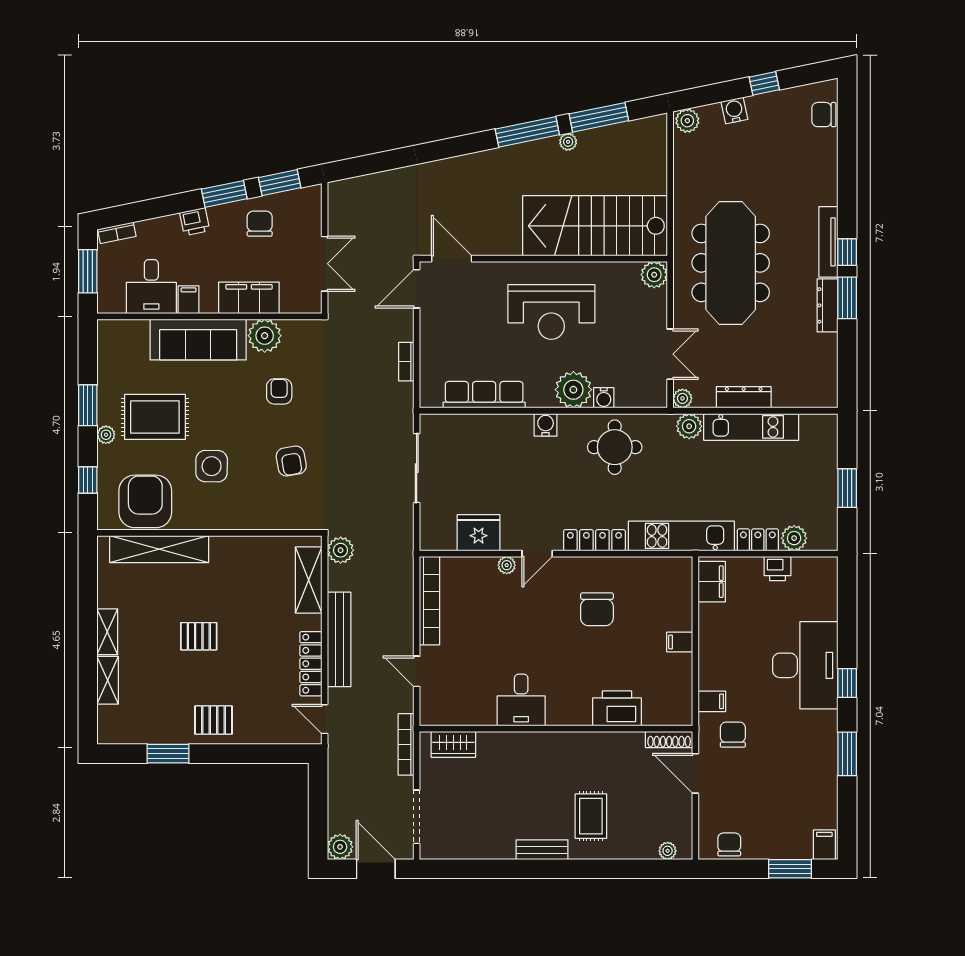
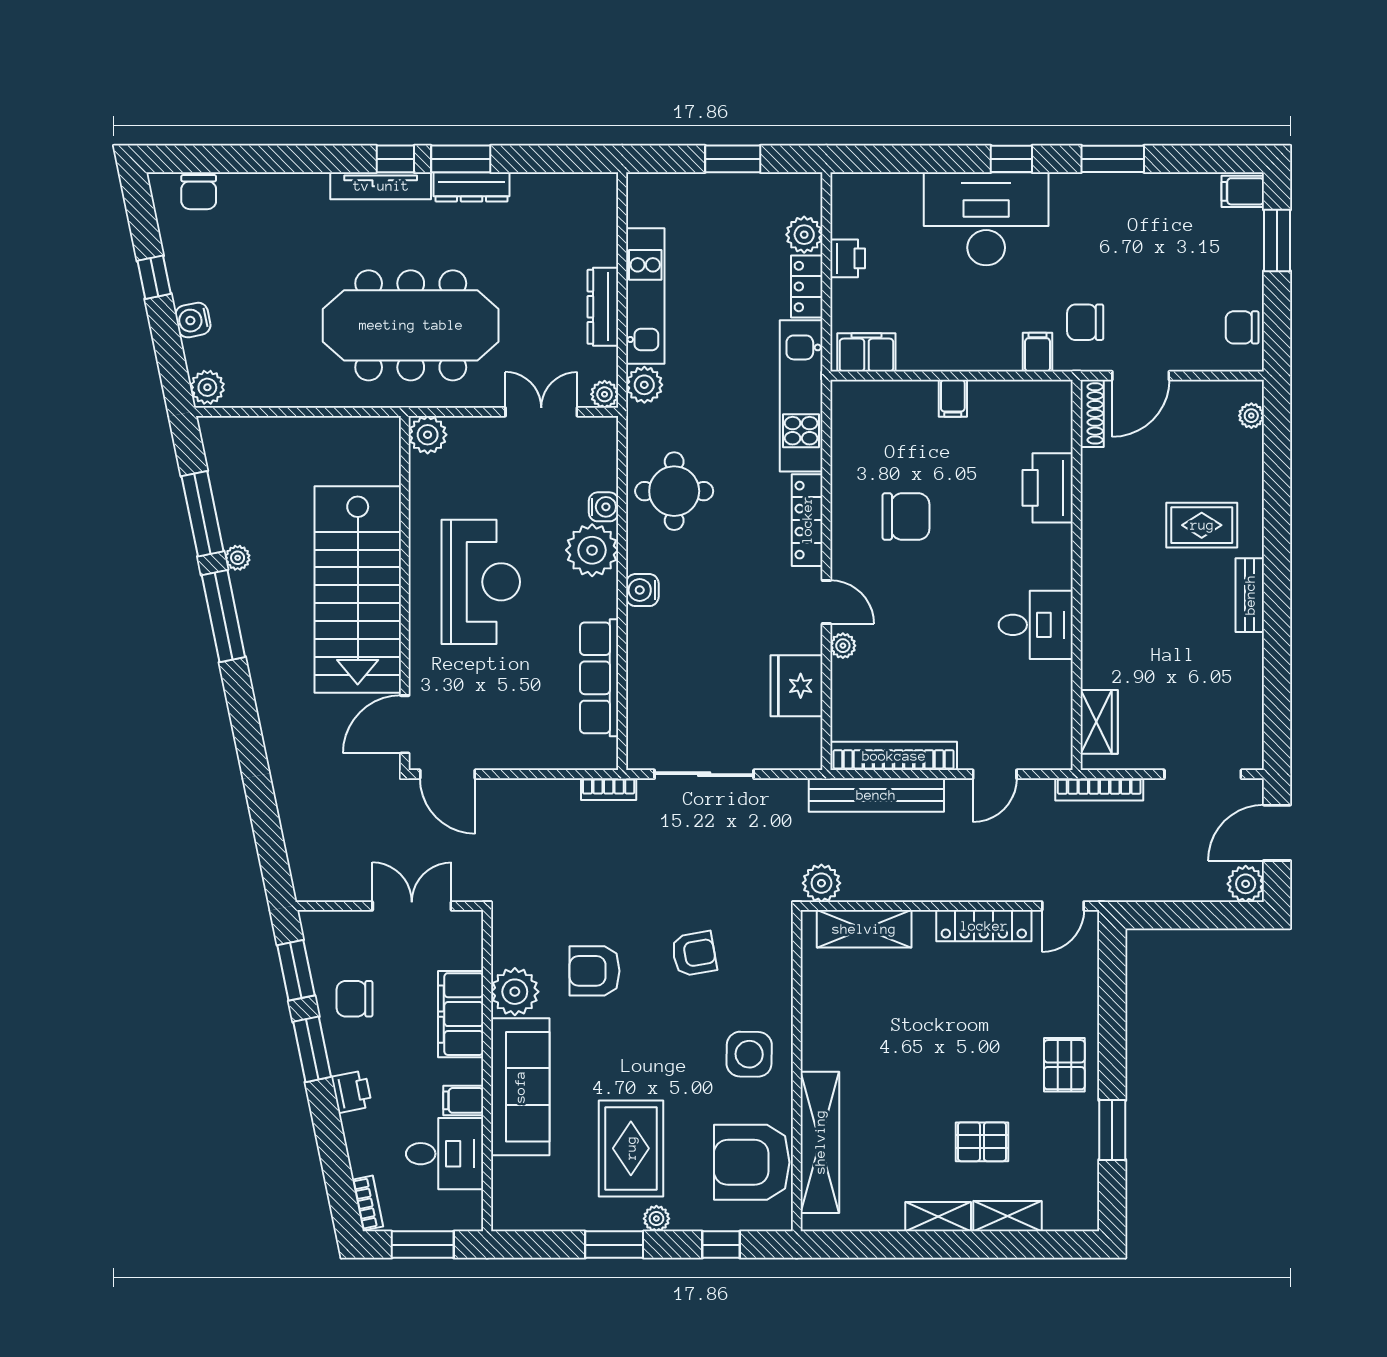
stairs: (595, 226) -> (358, 590), moved
bookcase: (406, 362) -> (609, 789), moved
armchair: (279, 391) -> (595, 971), width x1.38, depth x1.38
side table: (212, 466) -> (749, 1054), moved
pallet: (199, 636) -> (982, 1142), moved, turned 90
bench: (339, 639) -> (876, 795), moved

